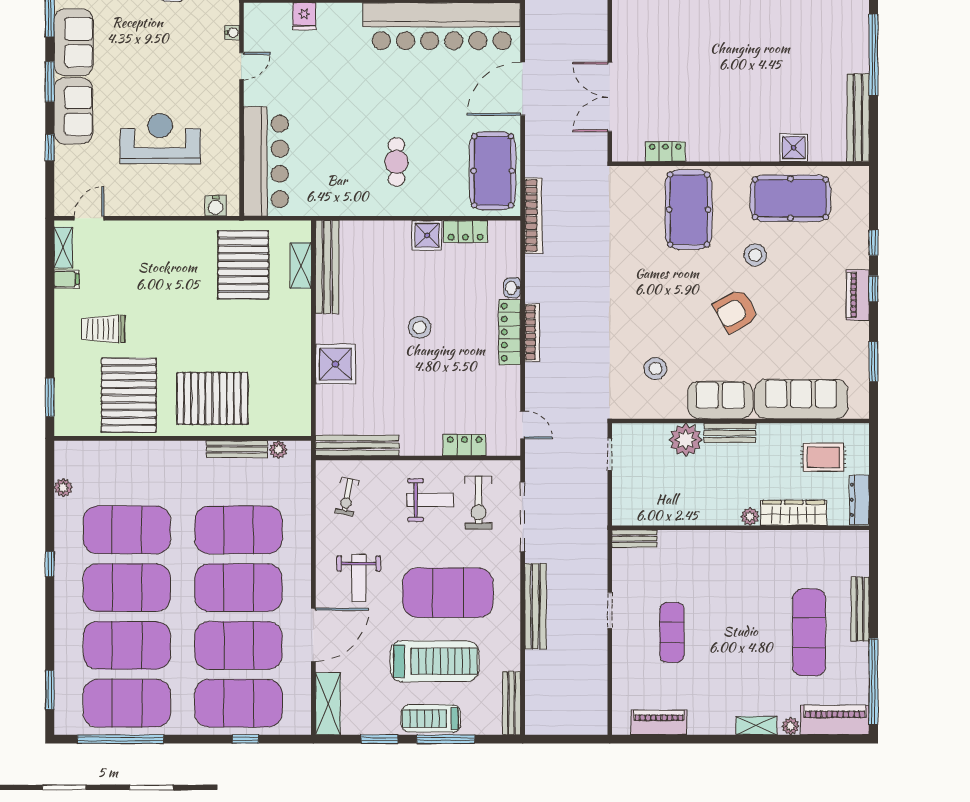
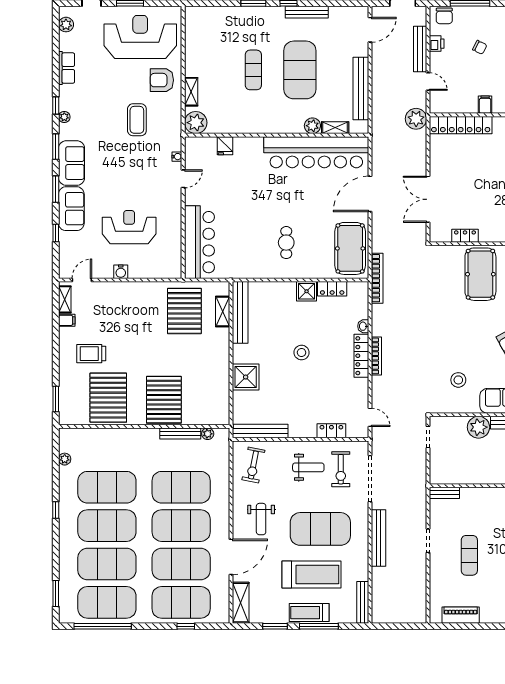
water cooler: (216, 206) -> (121, 272), moved
pallet: (212, 398) -> (164, 400), turned 90
exercise bike: (347, 497) -> (253, 465), width x1.38, depth x1.39

